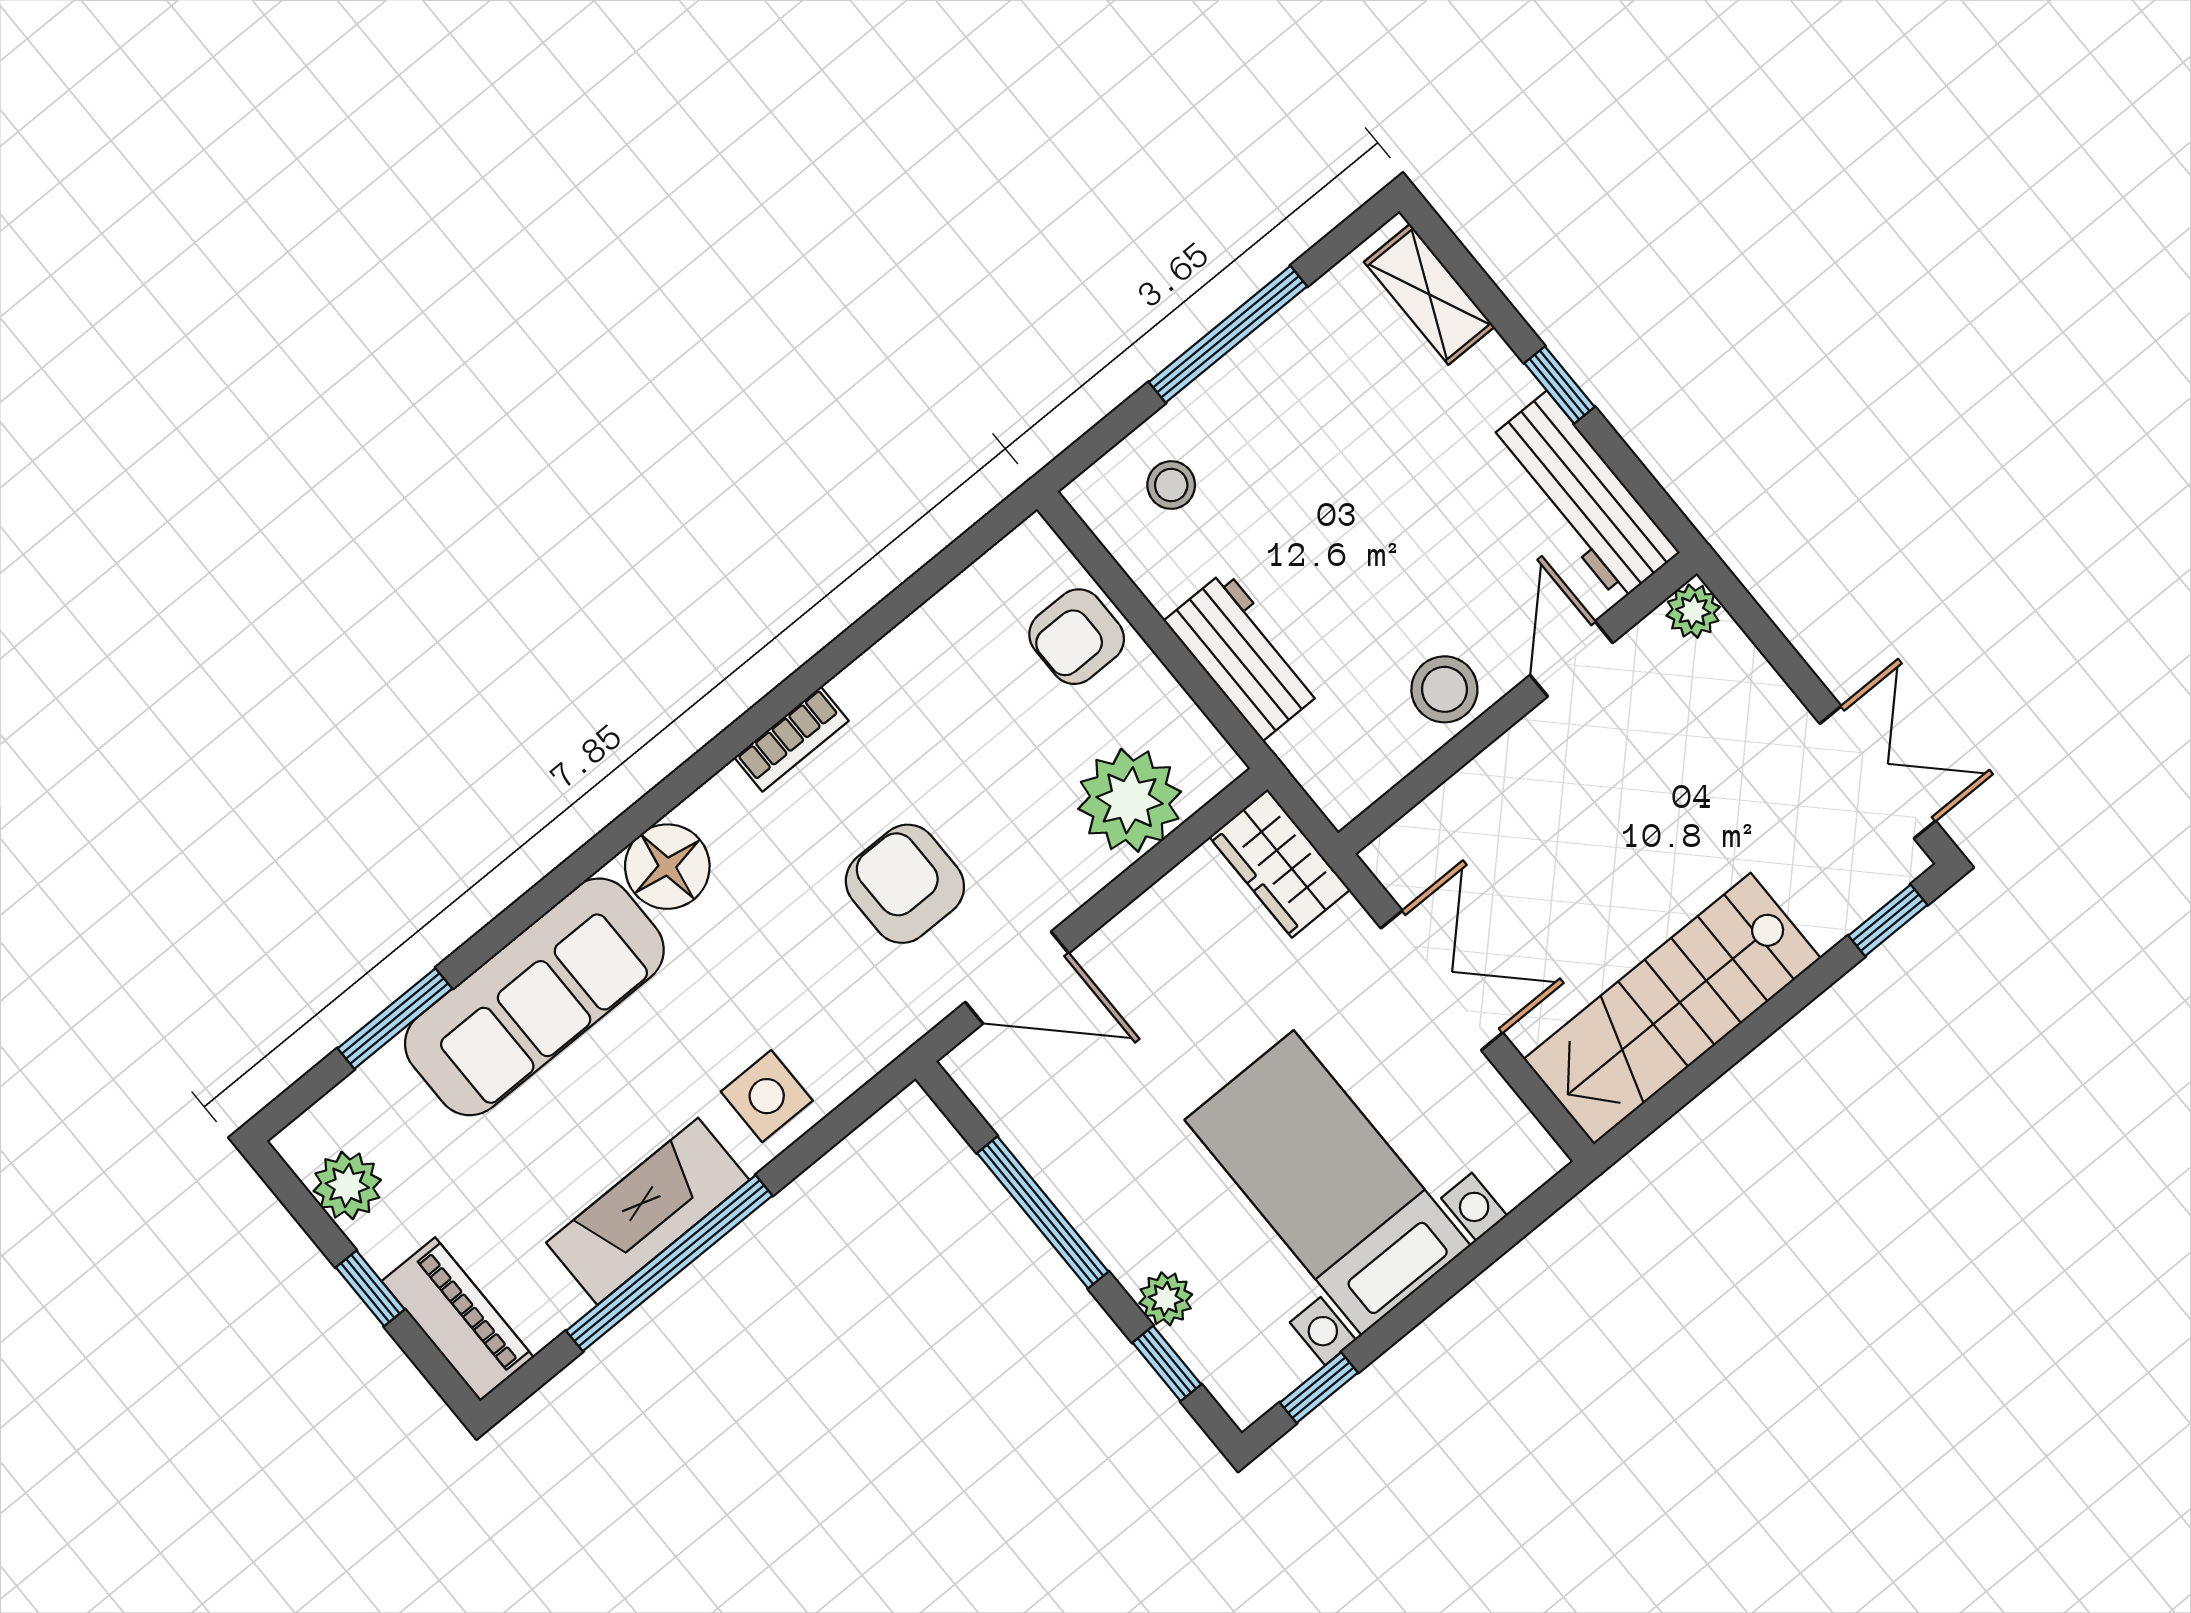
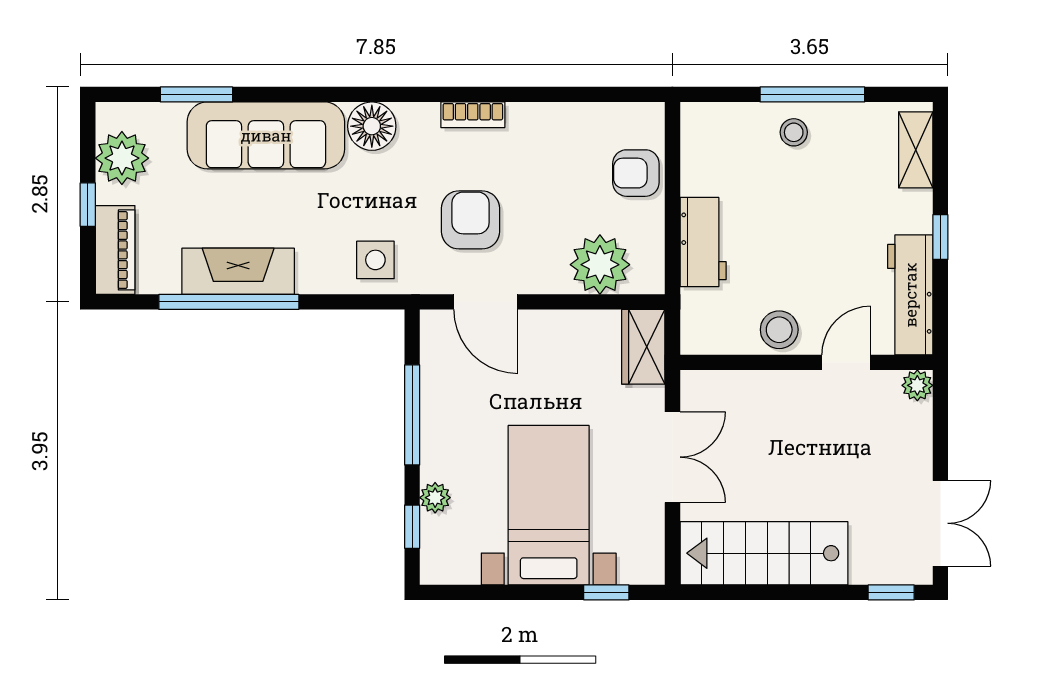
stool: (1171, 485) -> (794, 132), moved
side table: (767, 1096) -> (375, 260), moved
plant: (347, 1186) -> (122, 158), width x1.36, depth x1.36
window: (1319, 1388) -> (606, 592), moved

